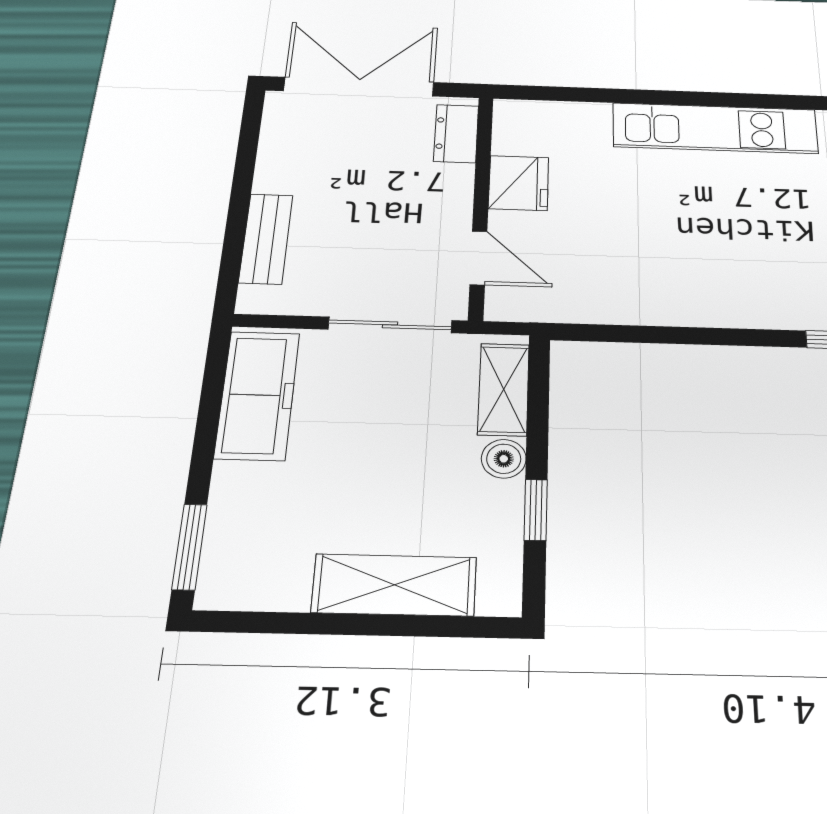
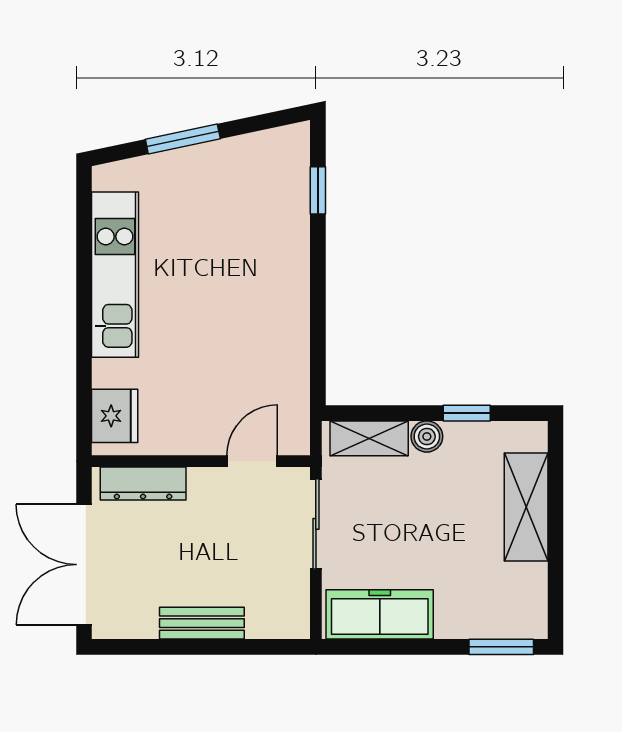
dresser: (456, 134) -> (143, 483), width x1.44
fridge: (519, 183) -> (115, 416), moved, turned 90
bench: (266, 239) -> (202, 623), moved

